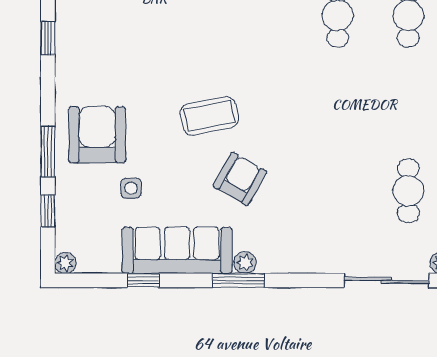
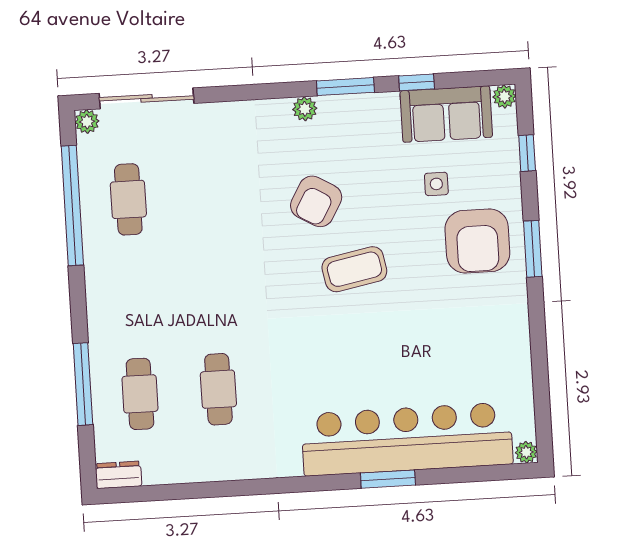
window: (48, 38) -> (538, 345), removed
window: (48, 151) -> (533, 249), moved
sofa: (177, 250) -> (446, 114), moved, width x0.73
window: (238, 280) -> (345, 87), moved

